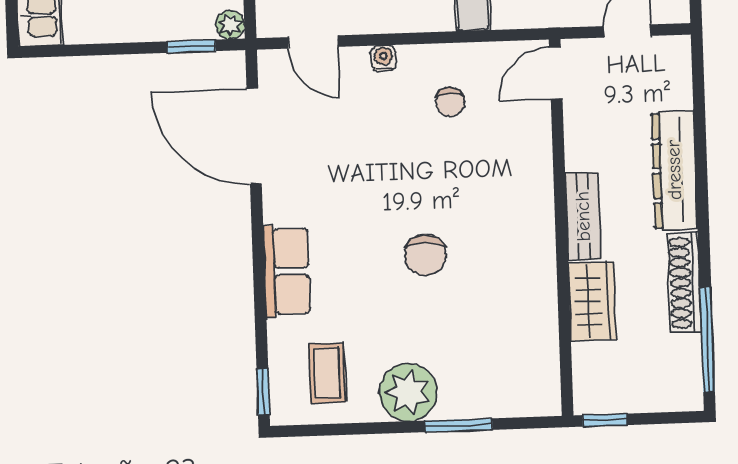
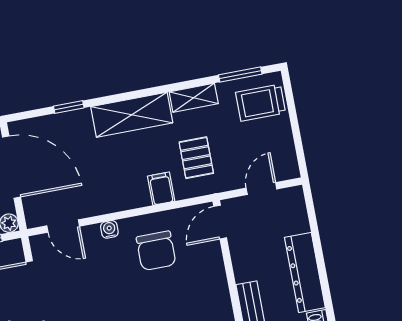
chair: (450, 102) -> (156, 251), width x1.87, depth x1.87

